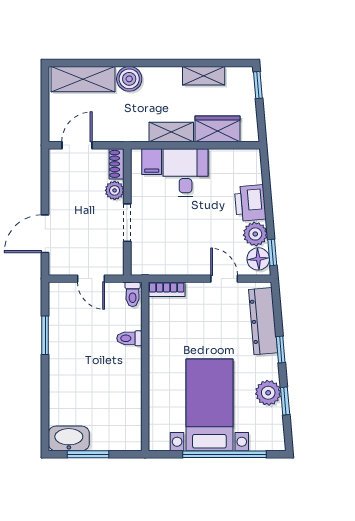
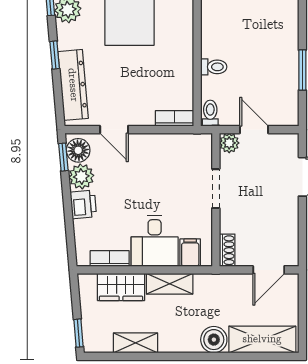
bookcase: (228, 156) -> (110, 258), added
plant: (115, 190) -> (229, 143), moved
printer: (250, 203) -> (83, 204), width x0.73, depth x0.81

